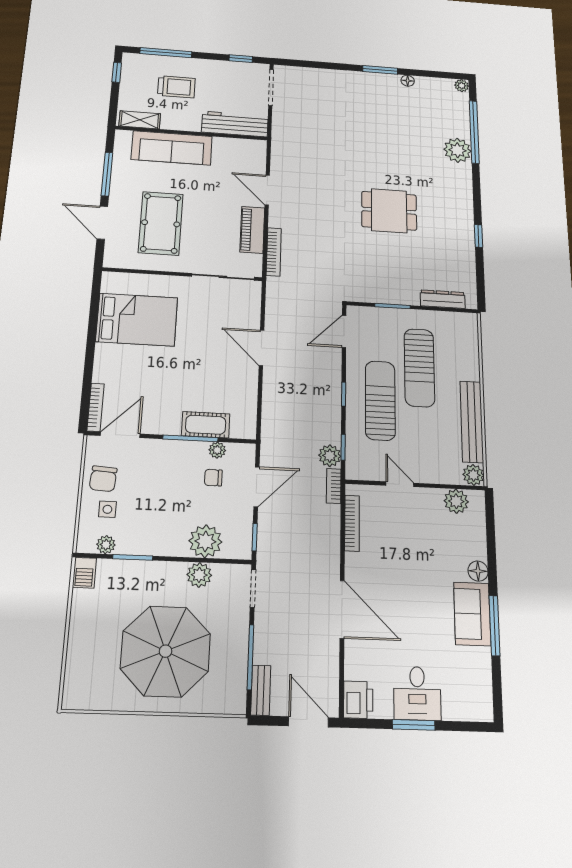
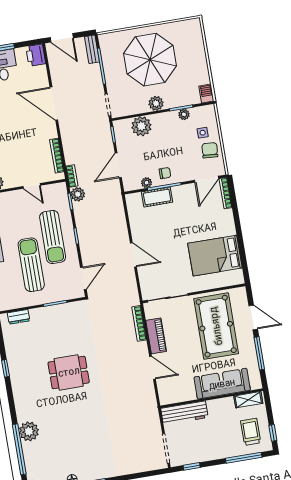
trolley: (176, 87) -> (251, 432), moved, turned 90
pool table: (161, 223) -> (216, 326), width x1.36, depth x1.32
dresser: (443, 299) -> (19, 317), width x0.70
chair: (213, 478) -> (165, 173), moved
plant: (106, 545) -> (184, 114), moved
plant: (199, 575) -> (156, 103), moved

